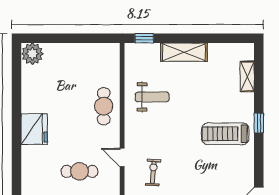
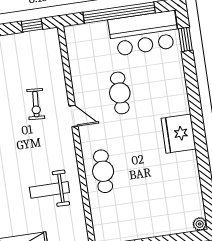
plant: (32, 54) -> (200, 224), width x0.53, depth x0.53
cafe table: (79, 171) -> (120, 93), turned 90

